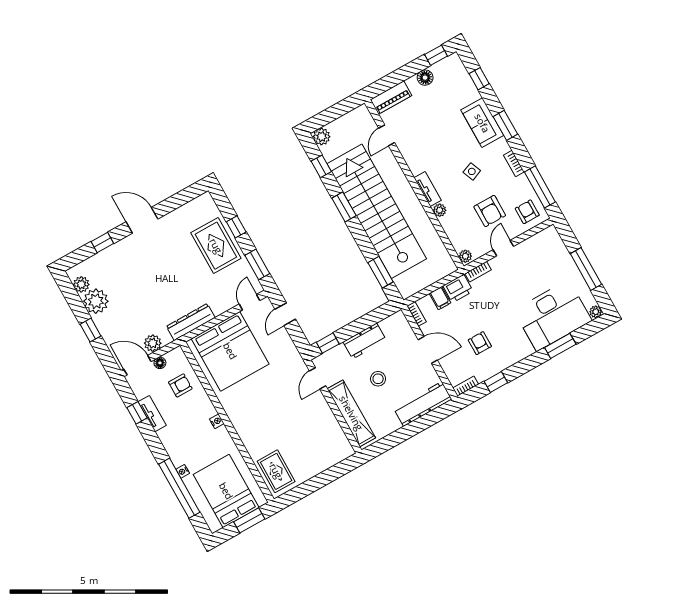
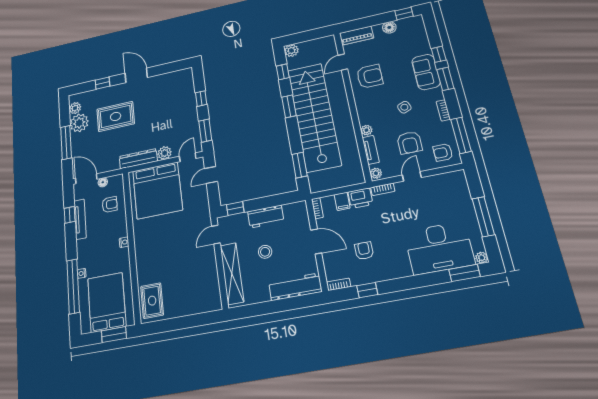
window: (479, 79) -> (439, 54), moved
armchair: (422, 145) -> (370, 76), added
tv unit: (428, 189) -> (371, 150), moved
armchair: (527, 212) -> (443, 152), turned -90
rug: (216, 246) -> (116, 116), moved, turned 90
window: (91, 330) -> (66, 142), width x2.17
plant: (153, 343) -> (165, 153), moved
window: (560, 346) -> (465, 273), moved
tv unit: (152, 414) -> (80, 219), width x1.41

